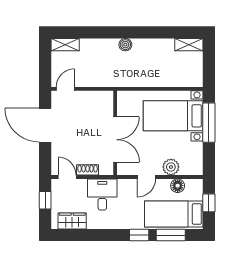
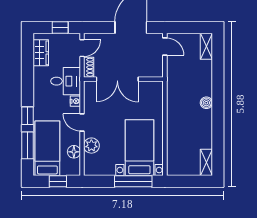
wall: (115, 133) -> (123, 79), moved
double door: (115, 140) -> (117, 79), moved
nightstand: (124, 184) -> (75, 101), added

